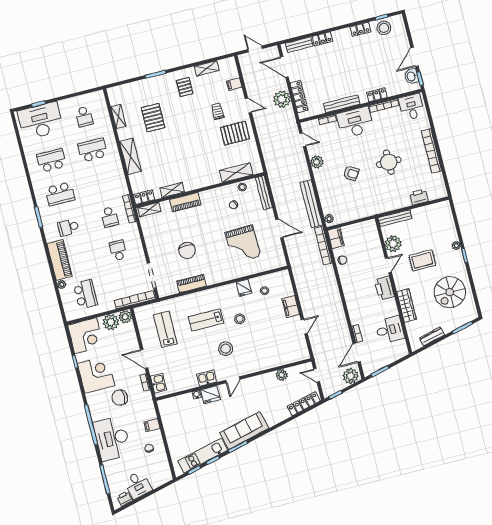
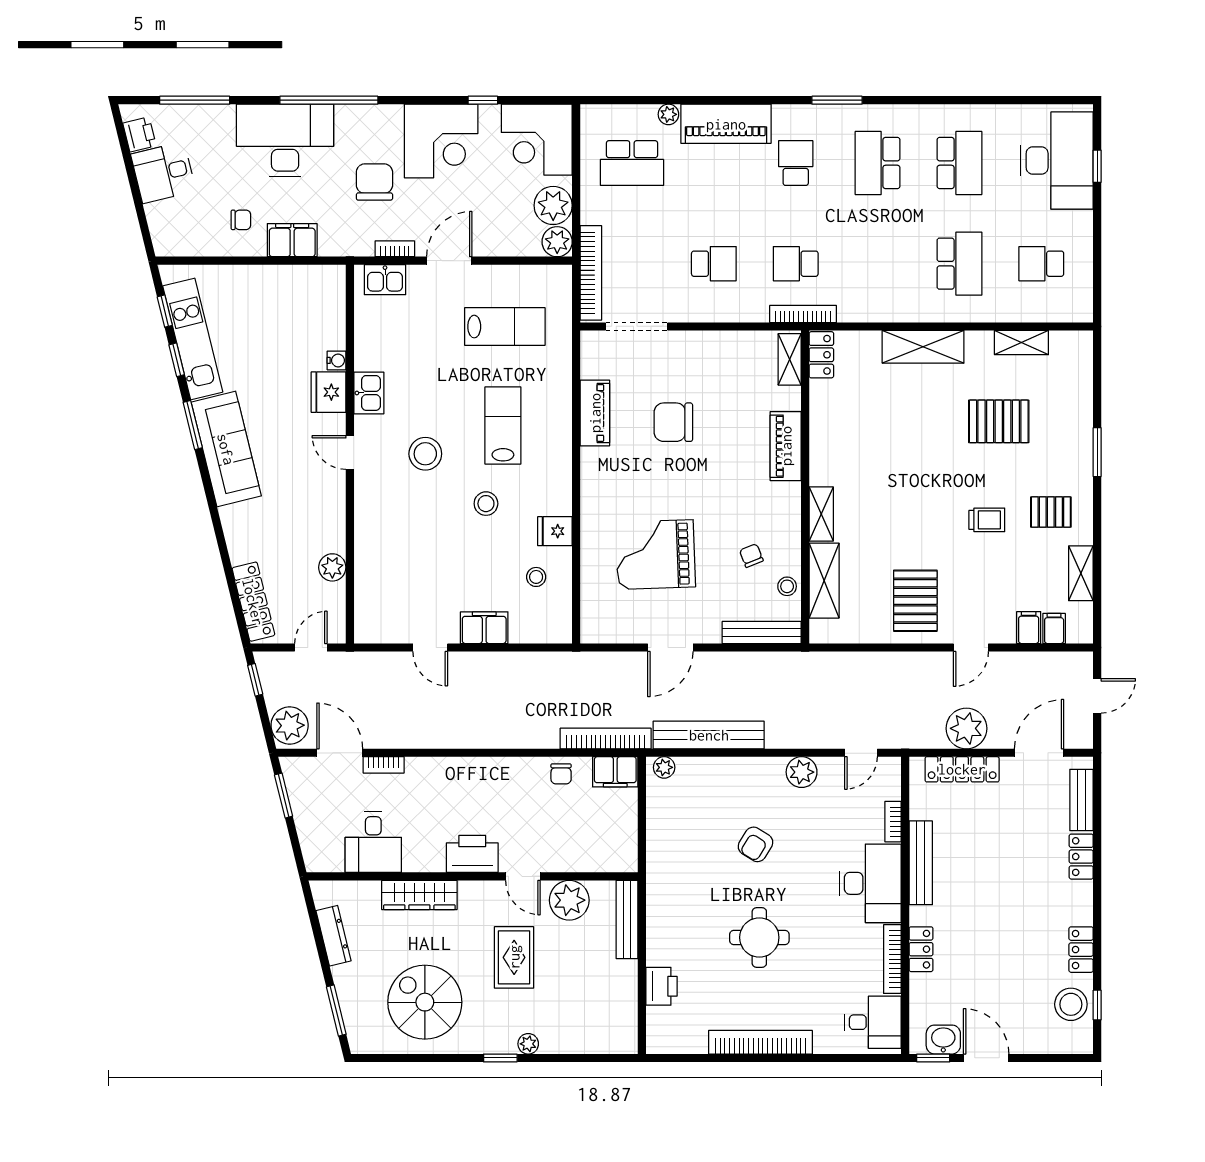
filing cabinet: (232, 74) -> (1054, 628), added
trolley: (218, 111) -> (987, 520), moved
shelving: (172, 190) -> (821, 514), moved
filing cabinet: (152, 425) -> (292, 240), width x2.00

